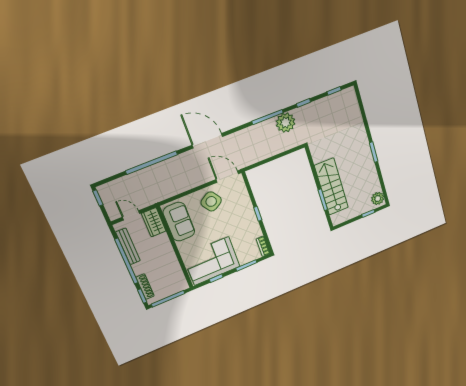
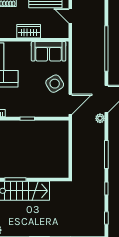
plant: (286, 123) -> (100, 118), moved, width x0.53, depth x0.53
door: (131, 215) -> (70, 16), swing flipped
wardrobe: (154, 222) -> (29, 31), moved

